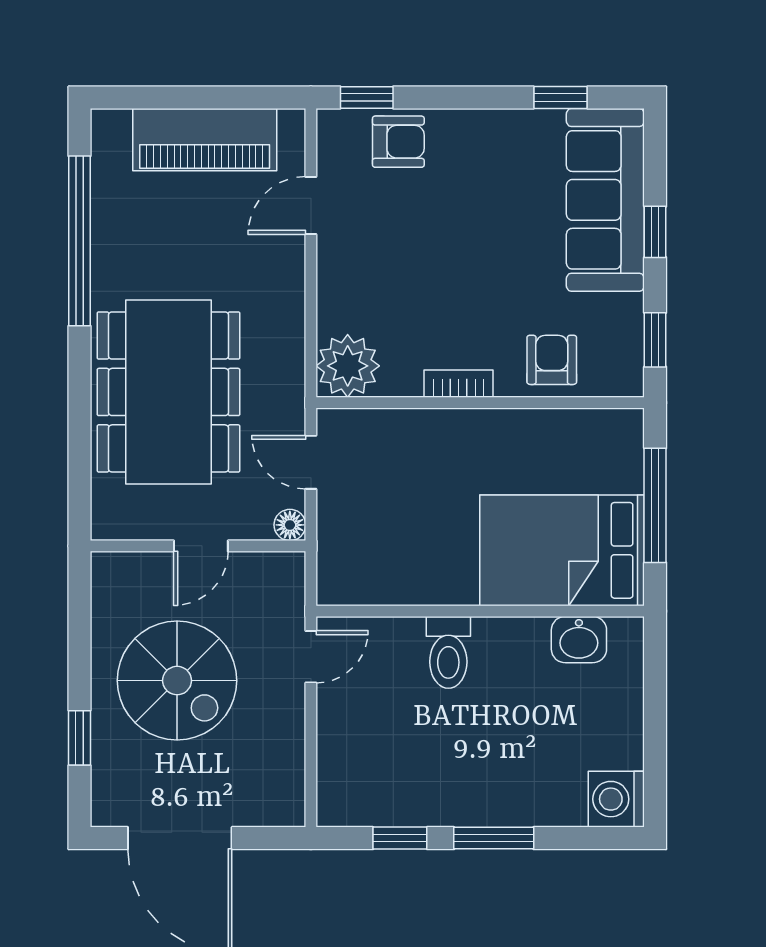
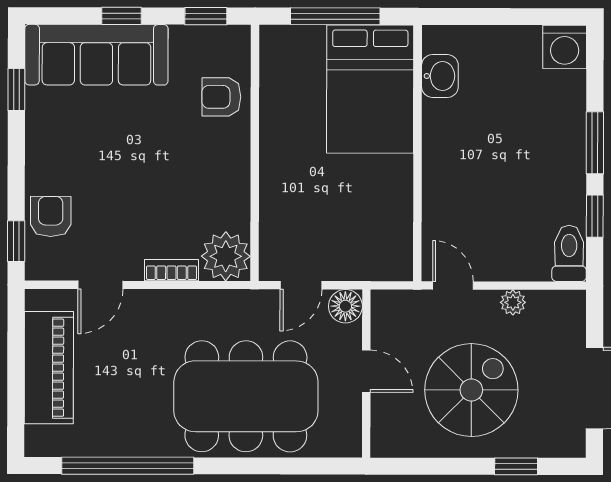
door: (311, 206) -> (100, 285), hinge flipped
bookcase: (459, 384) -> (171, 270), moved, turned 90
floor lamp: (290, 525) -> (345, 306), width x1.37, depth x1.37
toilet: (448, 652) -> (569, 253), moved, turned -90
plant: (289, 733) -> (513, 302), added

